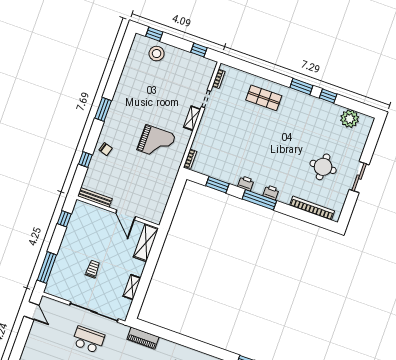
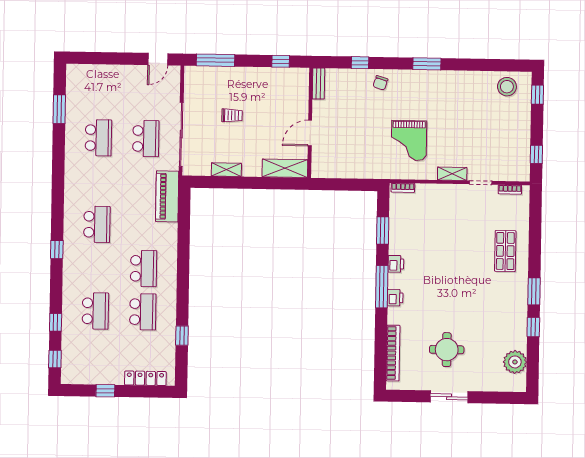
stool: (157, 54) -> (507, 87), moved
bench: (95, 197) -> (319, 84), width x0.73
piano: (143, 338) -> (167, 196), width x1.37, depth x1.33

